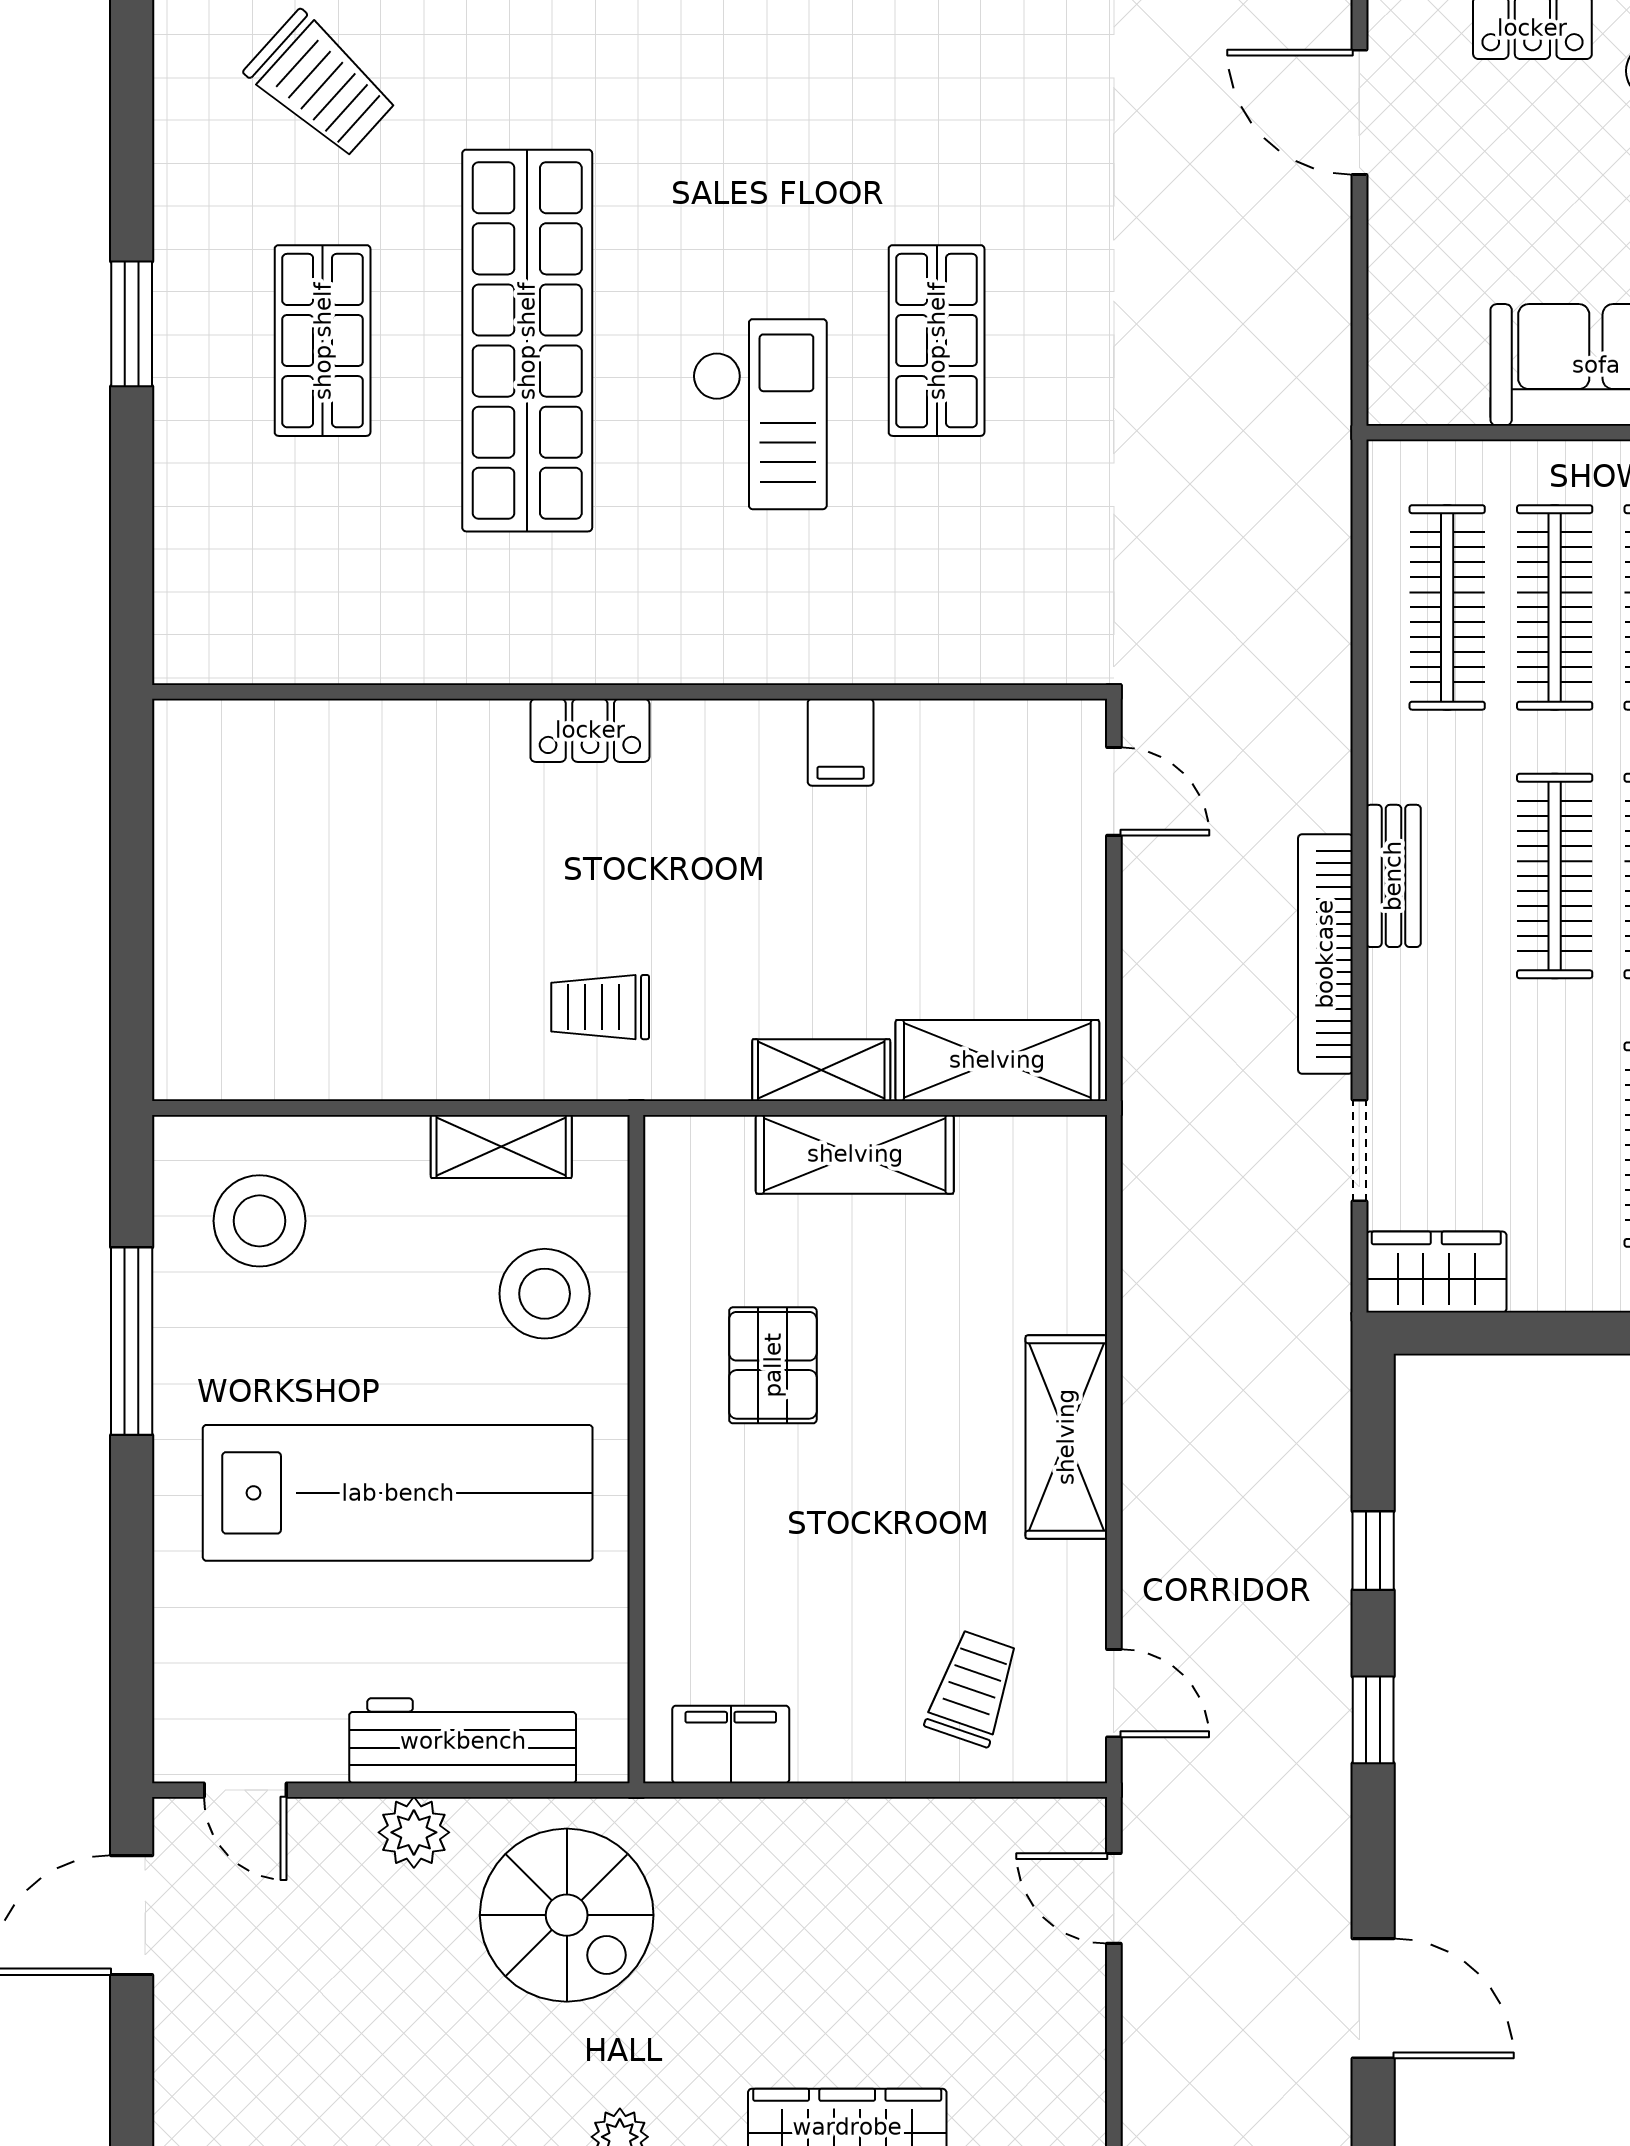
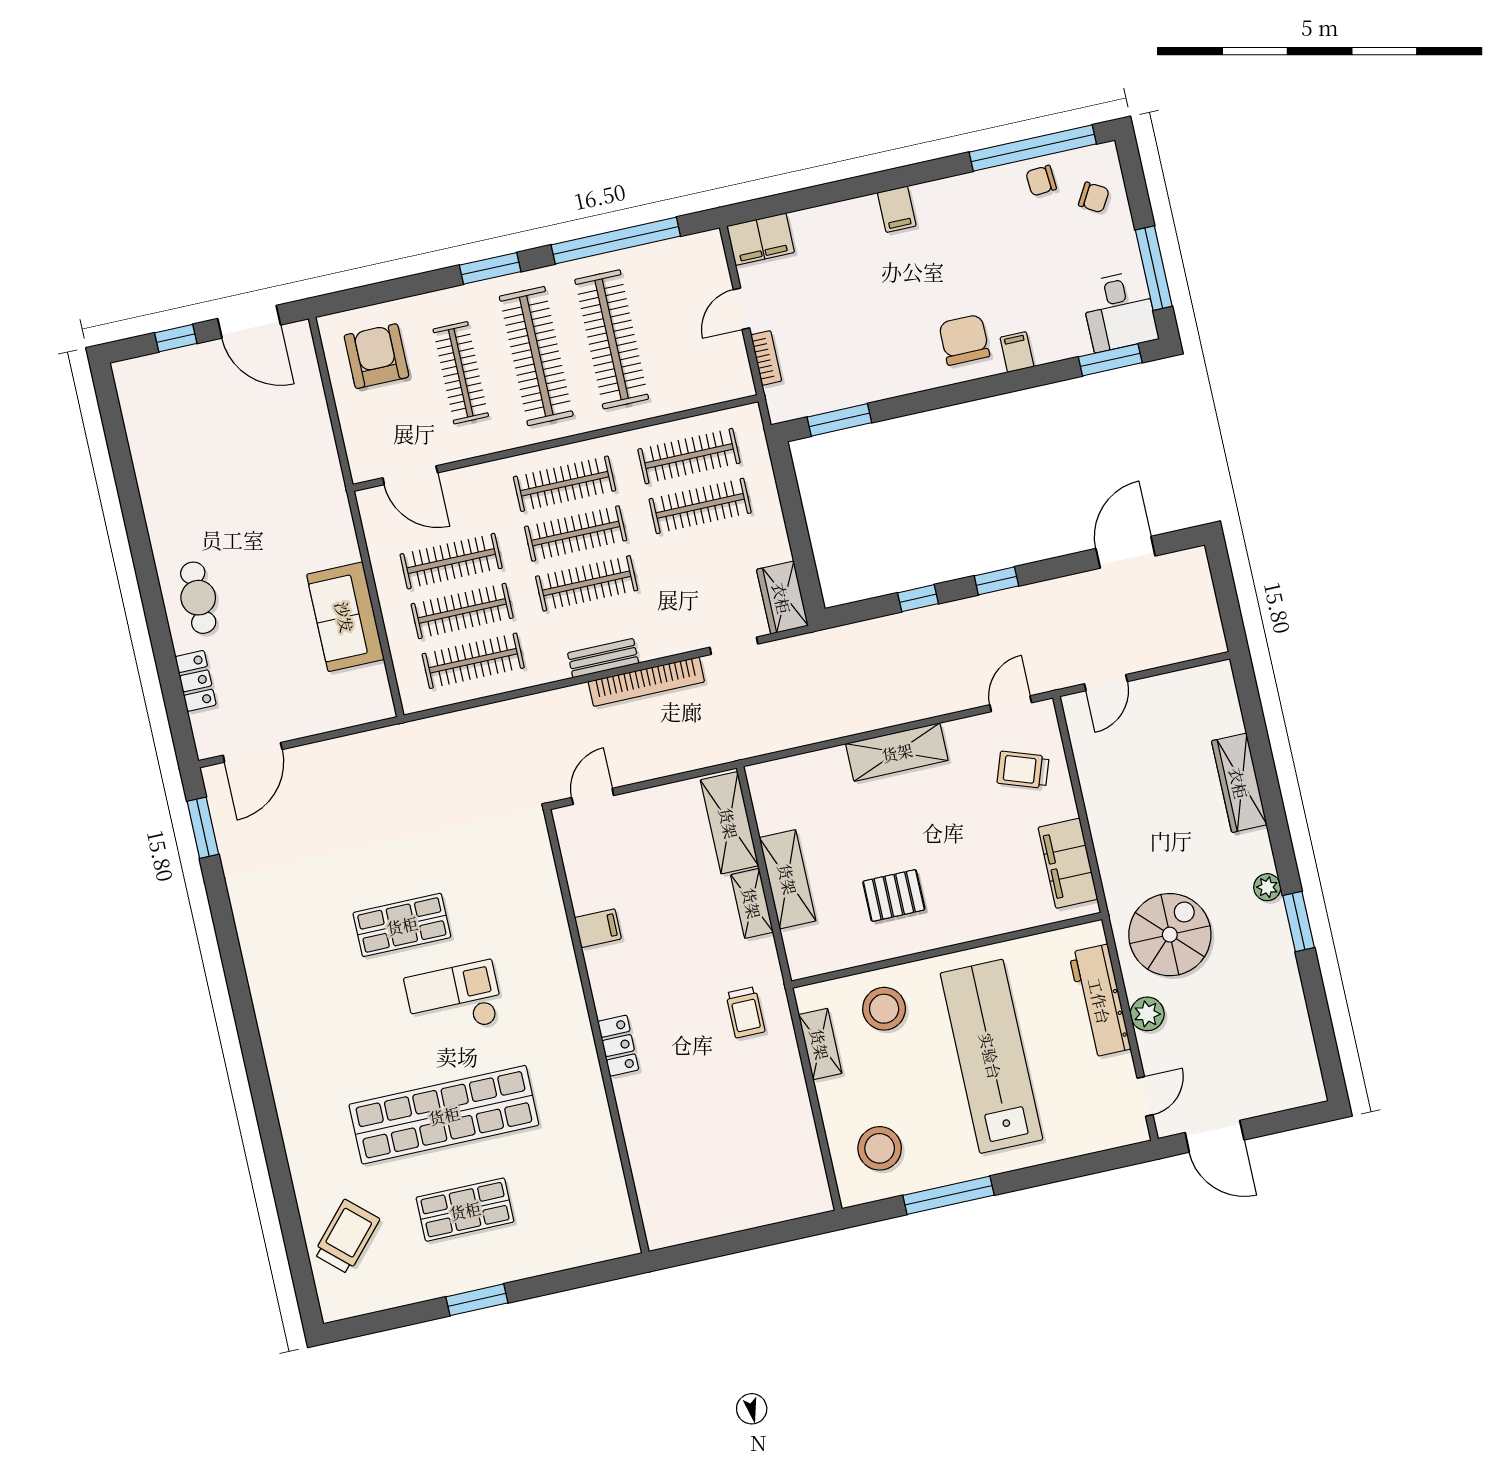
filing cabinet: (731, 1744) -> (1068, 863), width x1.50, depth x1.17

